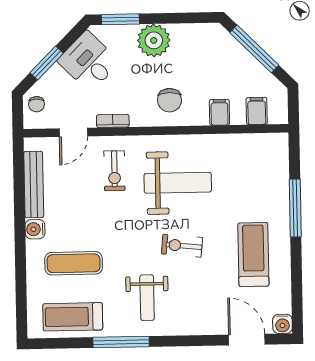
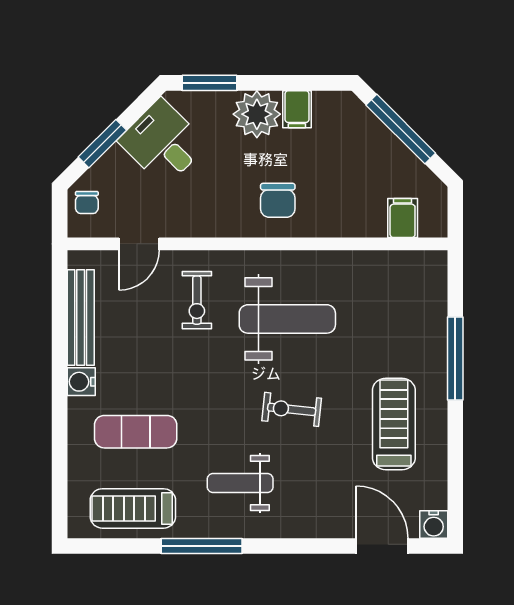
filing cabinet: (219, 112) -> (297, 109), moved, turned 180
bookcase: (113, 121) -> (196, 228), removed
weight bench: (147, 298) -> (240, 483), turned 90

